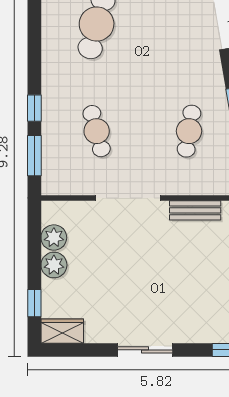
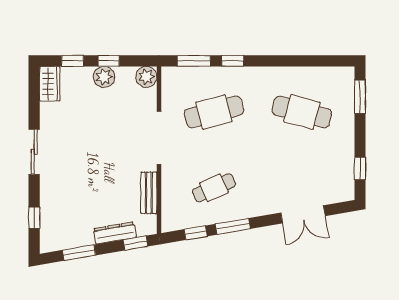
cafe table: (97, 131) -> (214, 112), width x1.37, depth x1.35
cafe table: (189, 131) -> (214, 188), turned -33
plant: (54, 238) -> (146, 77), moved
window: (34, 259) -> (109, 61), added

